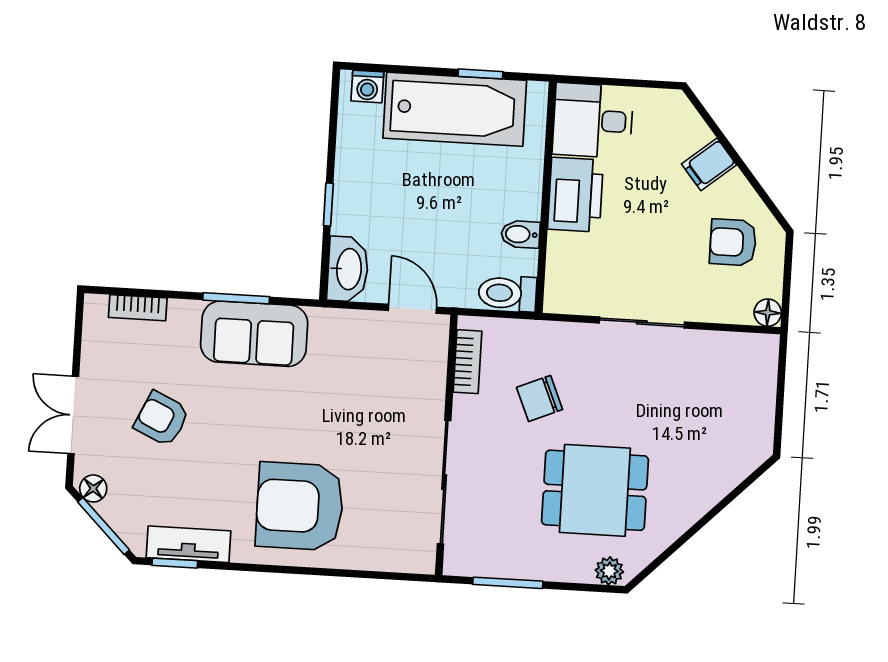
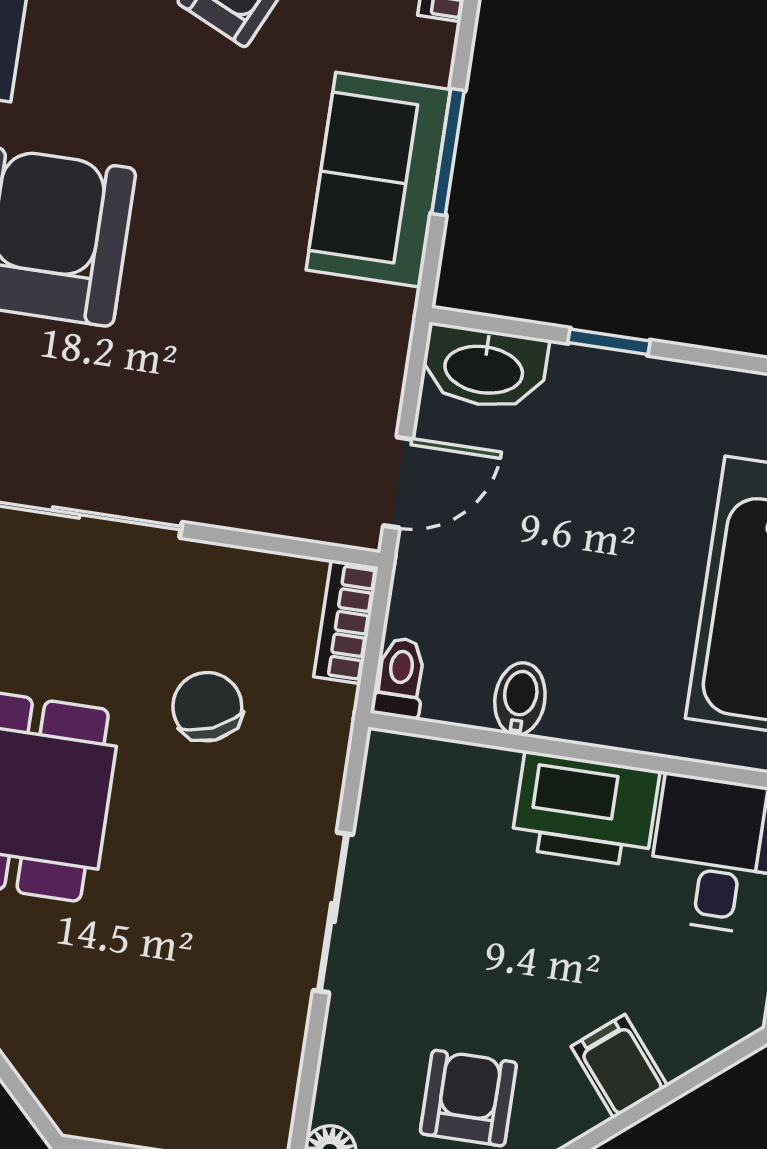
toilet: (507, 293) -> (400, 678), width x0.73, depth x0.72
bookcase: (468, 362) -> (346, 622), moved, turned 90

